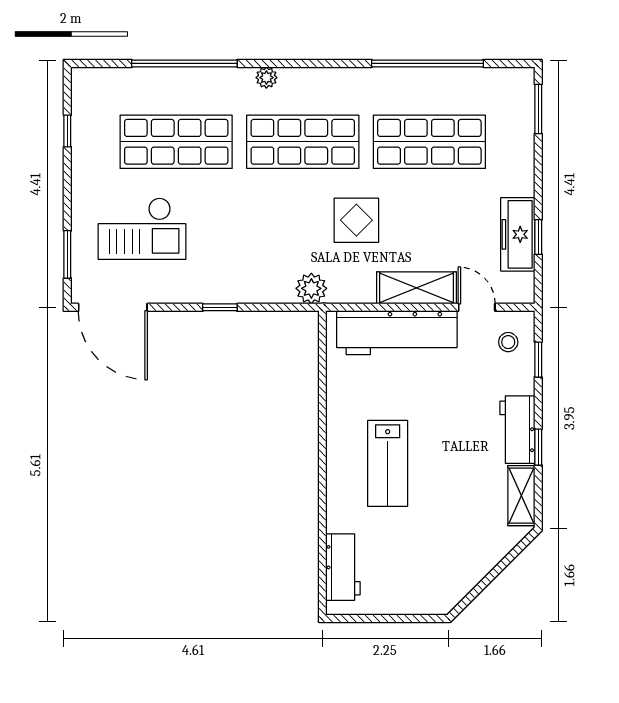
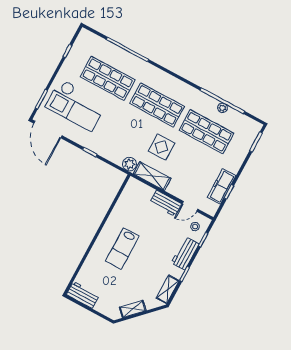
plant: (266, 78) -> (222, 108), moved
checkout: (142, 229) -> (76, 105), width x1.36, depth x1.21
shelving: (417, 288) -> (152, 176), moved
door: (477, 307) -> (190, 206), swing flipped
workbench: (397, 333) -> (166, 203), width x0.53, depth x0.76
workbench: (517, 430) -> (185, 253), moved
workbench: (343, 567) -> (83, 295), moved, turned -90
shelving: (473, 572) -> (133, 309), added

